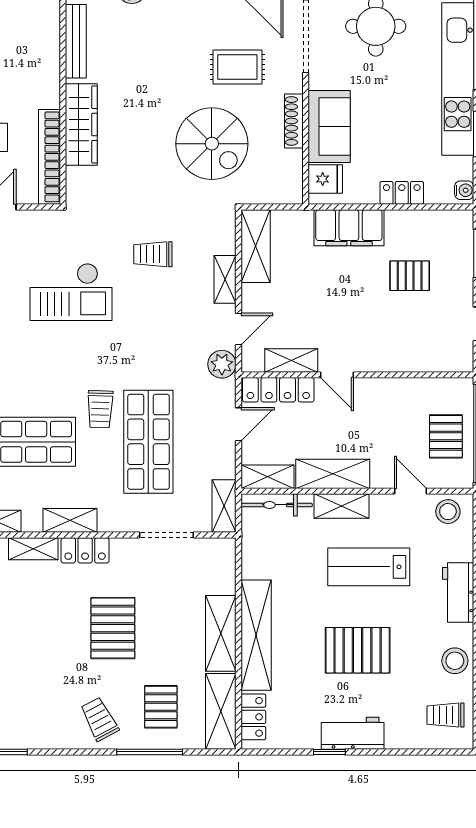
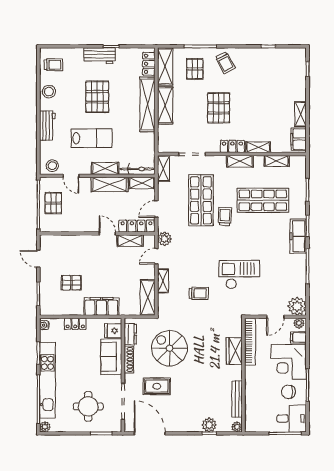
wardrobe: (81, 125) -> (234, 351), width x0.67
dresser: (291, 172) -> (130, 334), added
pallet: (358, 650) -> (97, 97), turned 90

